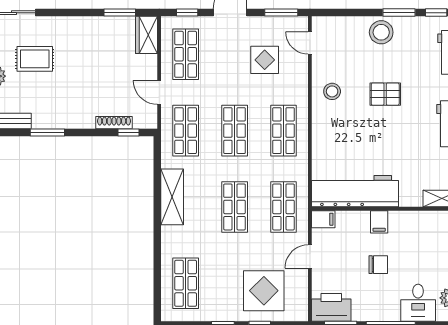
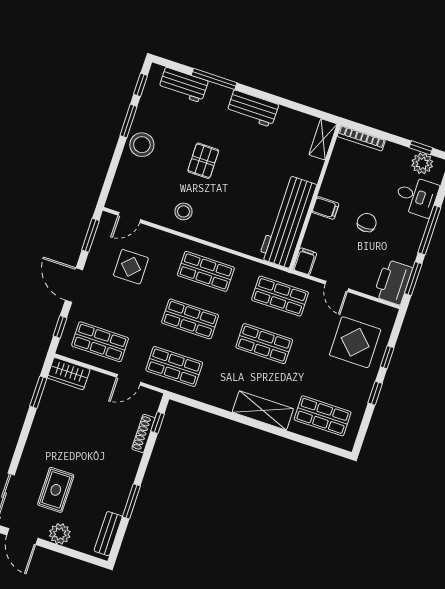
shelving: (172, 197) -> (263, 410), moved

